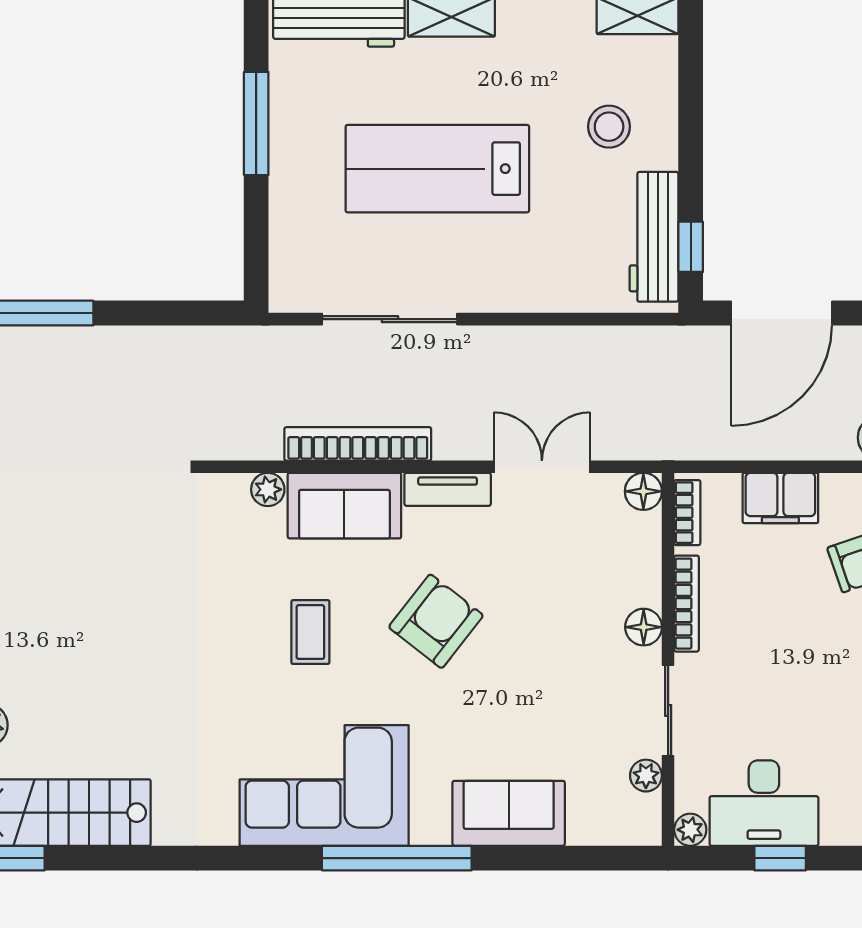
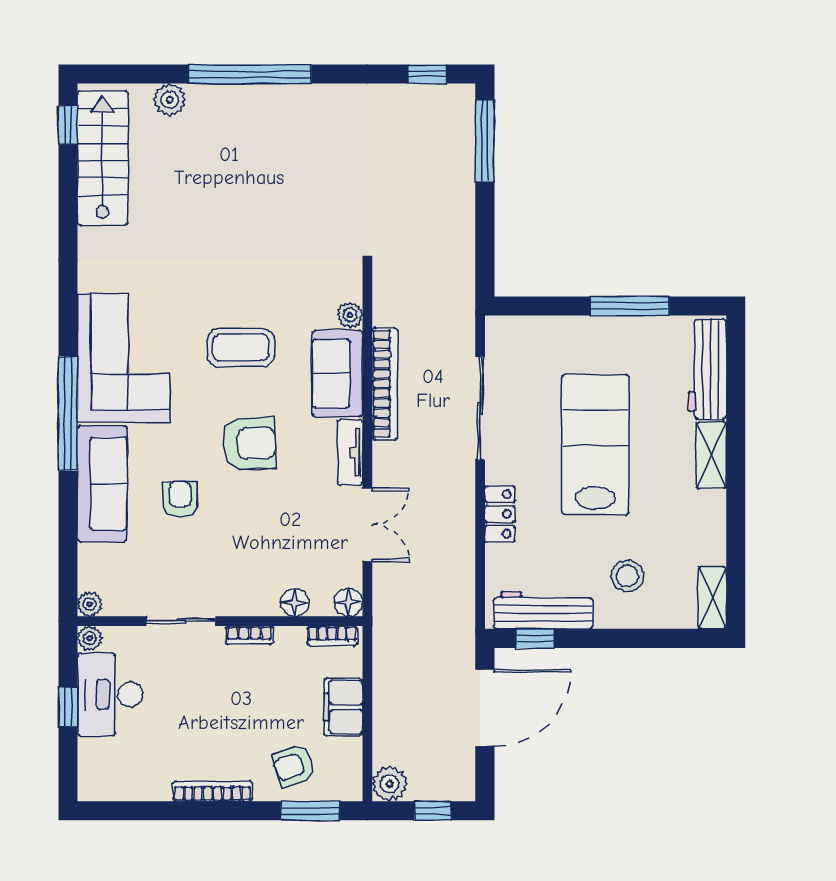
locker: (528, 293) -> (500, 514), added
door: (782, 313) -> (485, 708), swing flipped
bookcase: (687, 604) -> (249, 635), width x0.64
armchair: (436, 621) -> (249, 444), turned -40
floor lamp: (644, 627) -> (295, 602), moved
coffee table: (310, 632) -> (241, 347), width x1.36, depth x1.30
armchair: (509, 711) -> (180, 499), added
plant: (646, 776) -> (90, 604), moved
sofa: (509, 813) -> (102, 484), width x1.36

